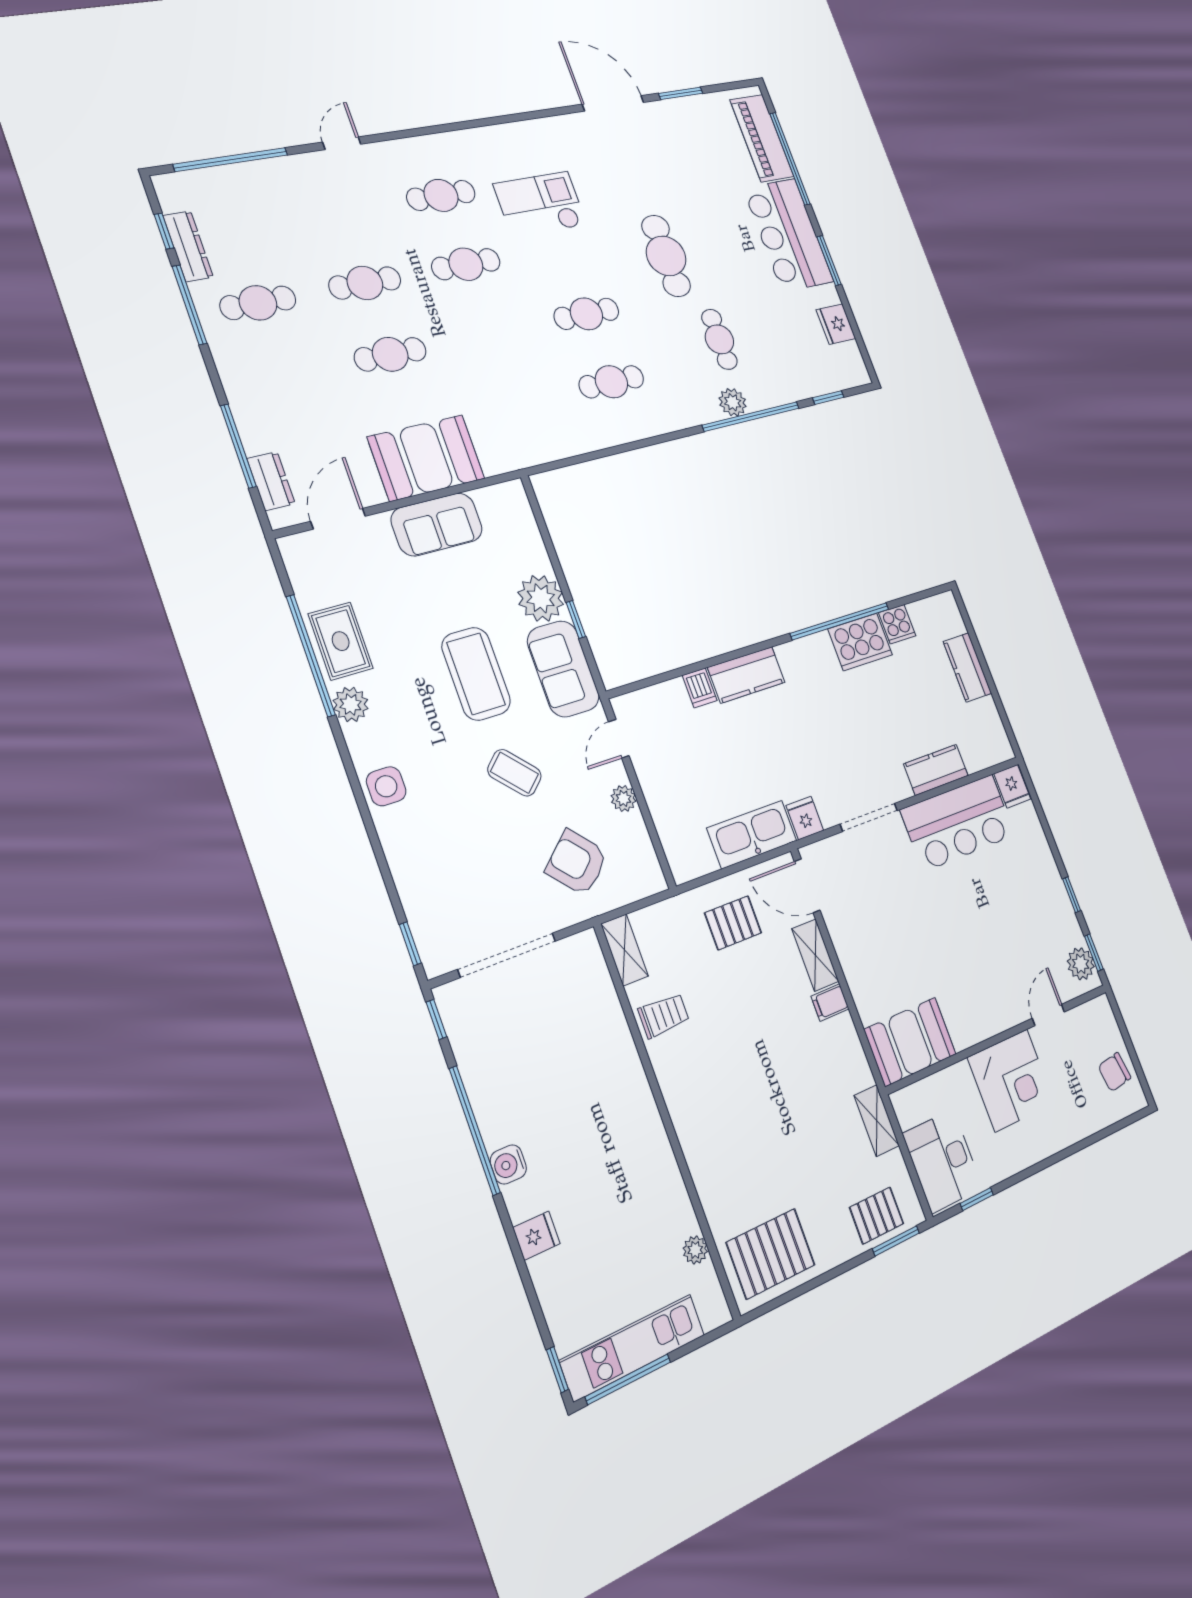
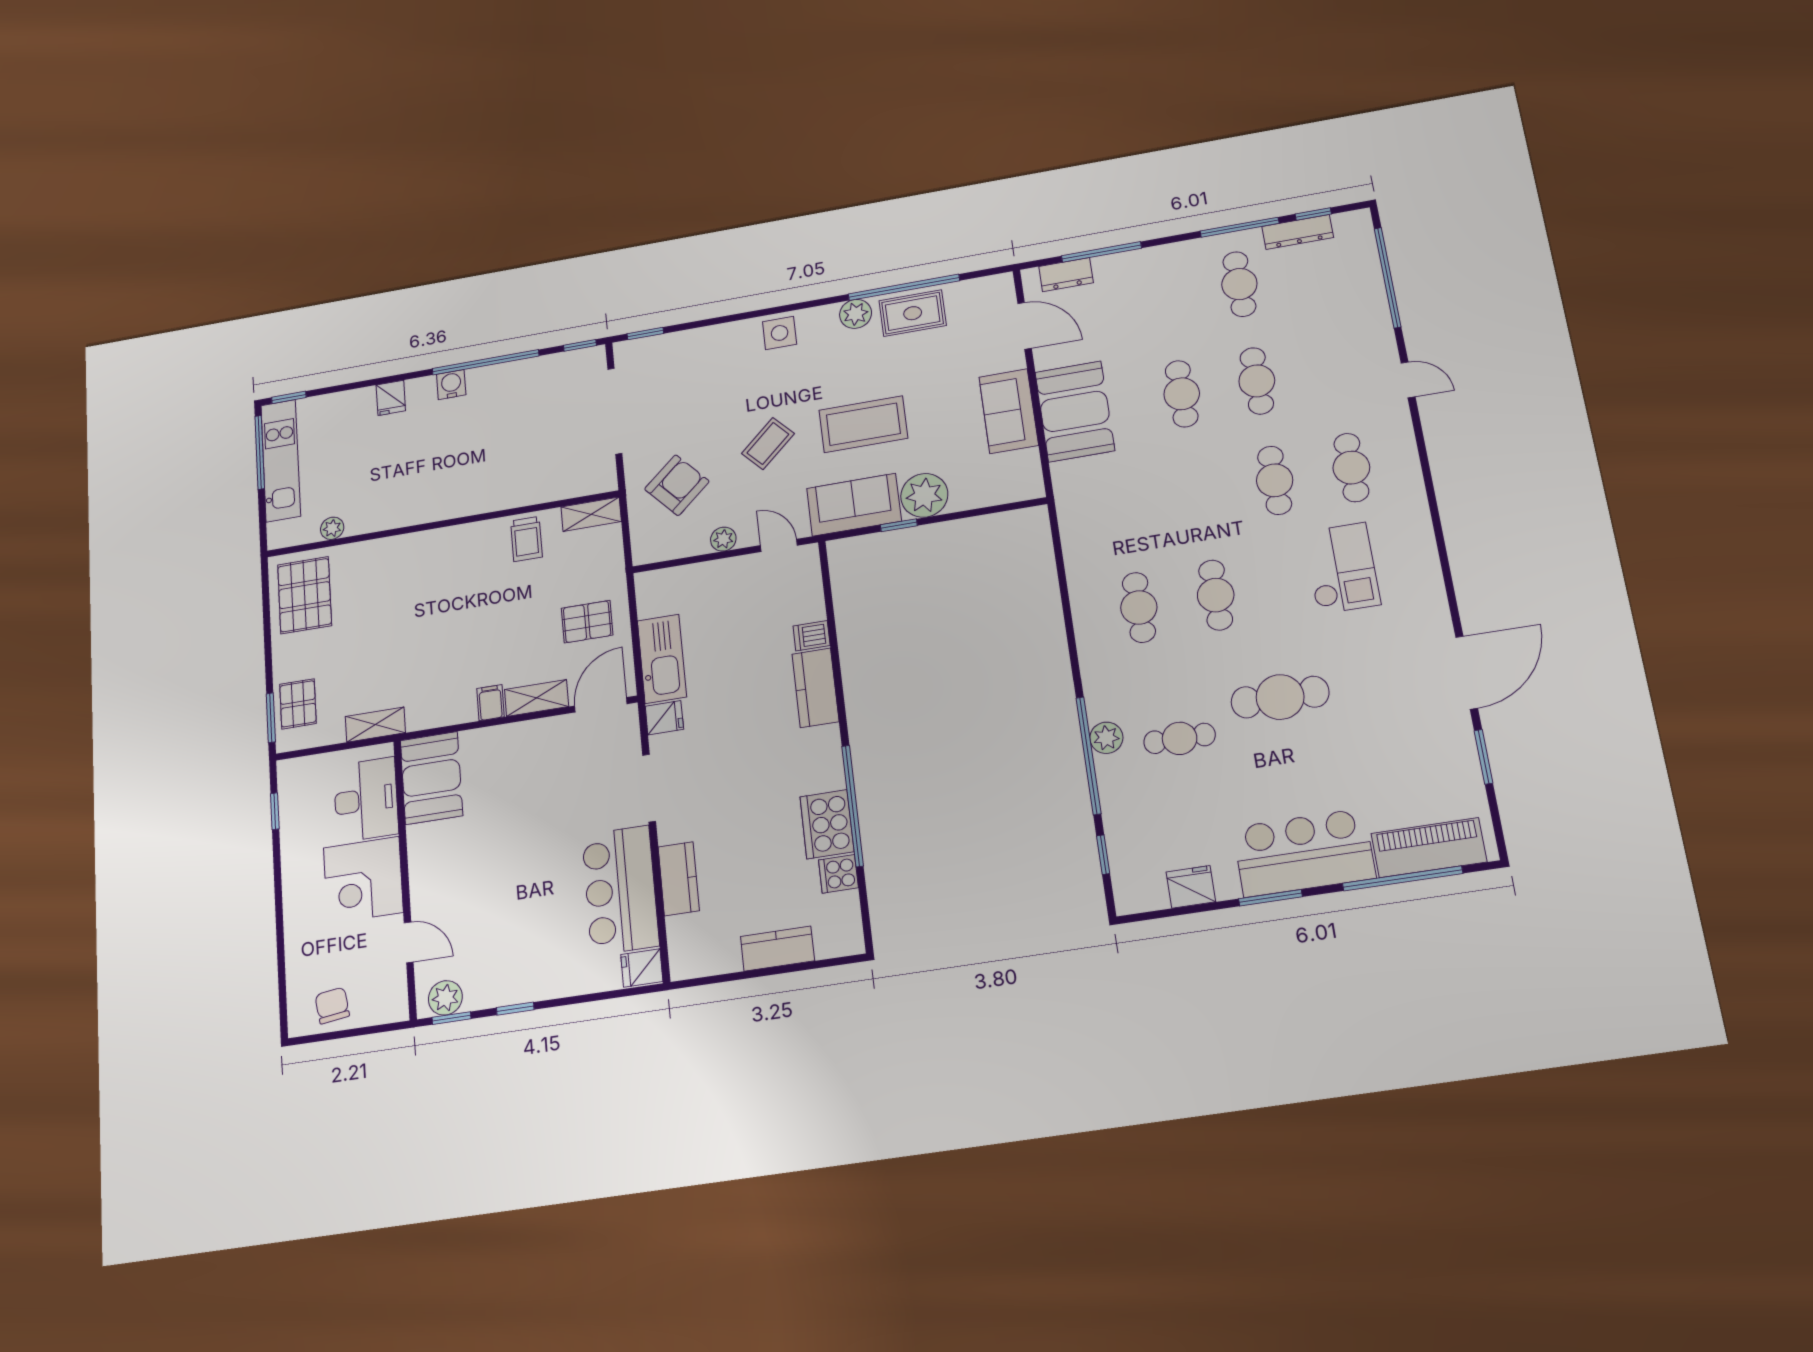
pallet: (733, 923) -> (587, 622), turned 90
desk: (943, 1161) -> (366, 800), moved, turned 90

